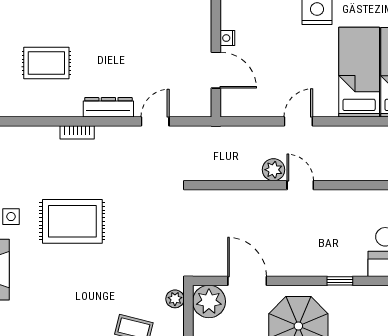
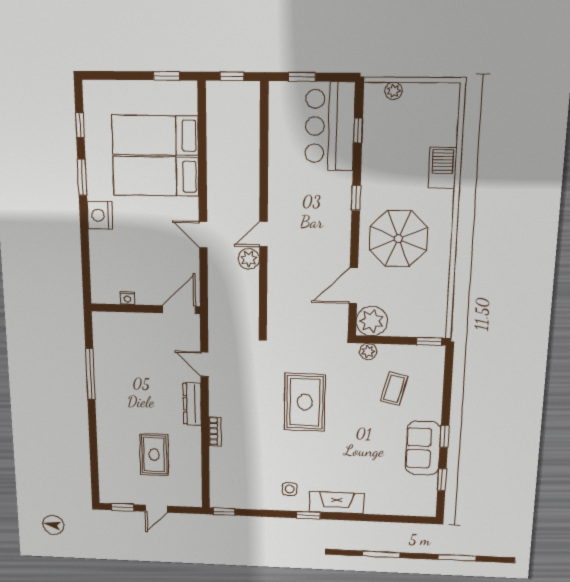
door: (216, 70) -> (179, 310), moved
rug: (72, 221) -> (305, 402), moved

